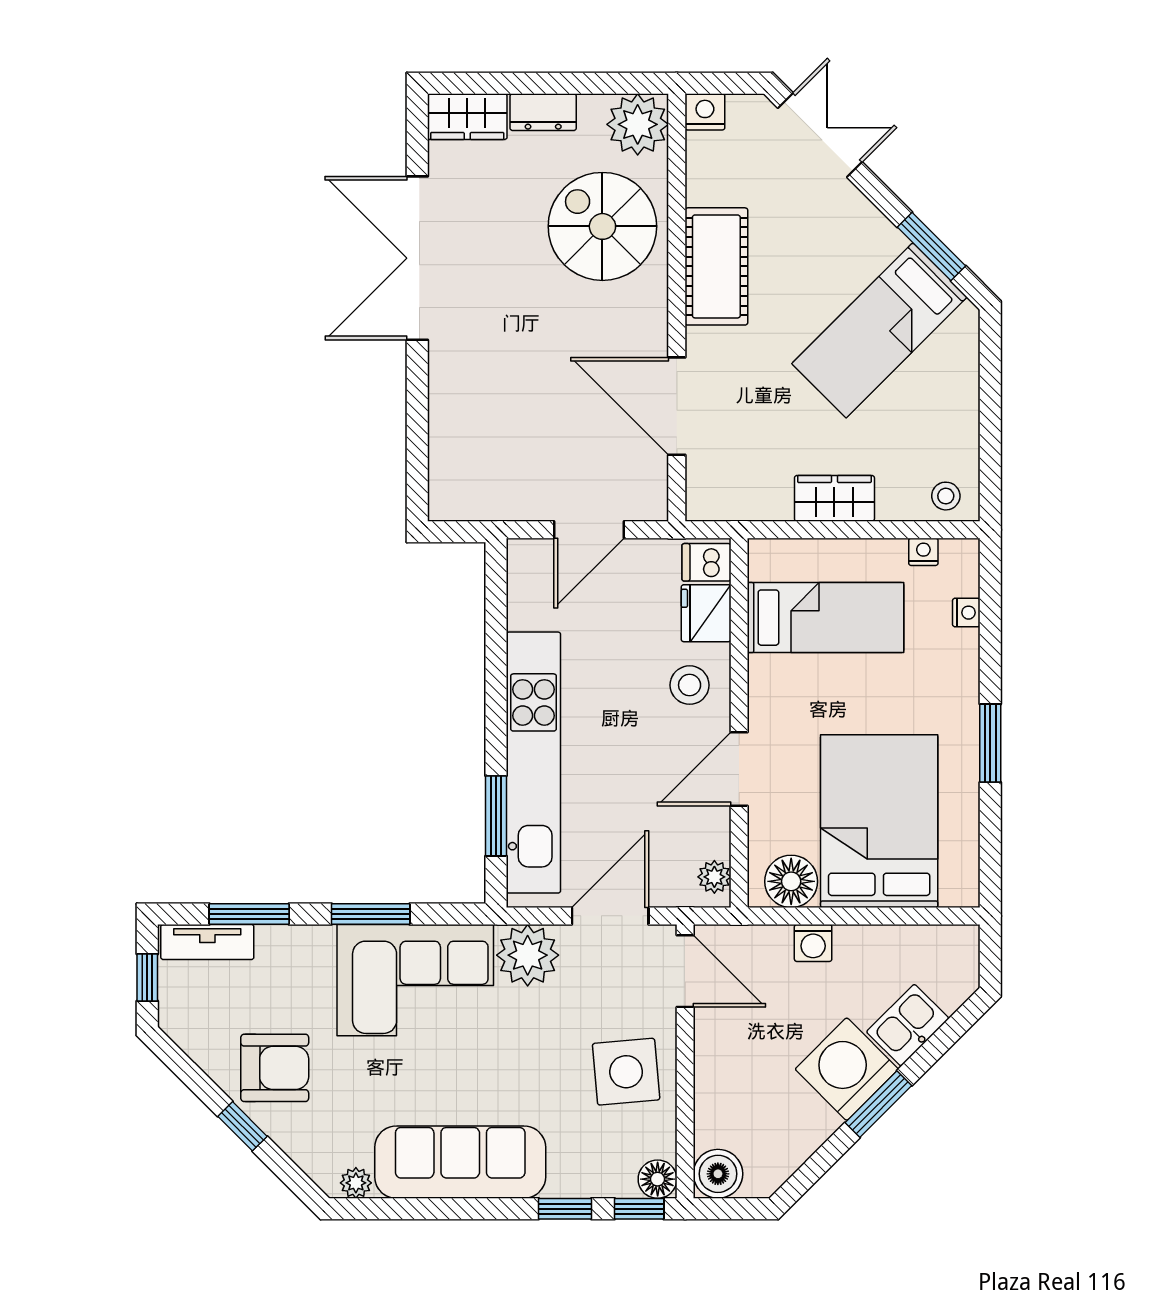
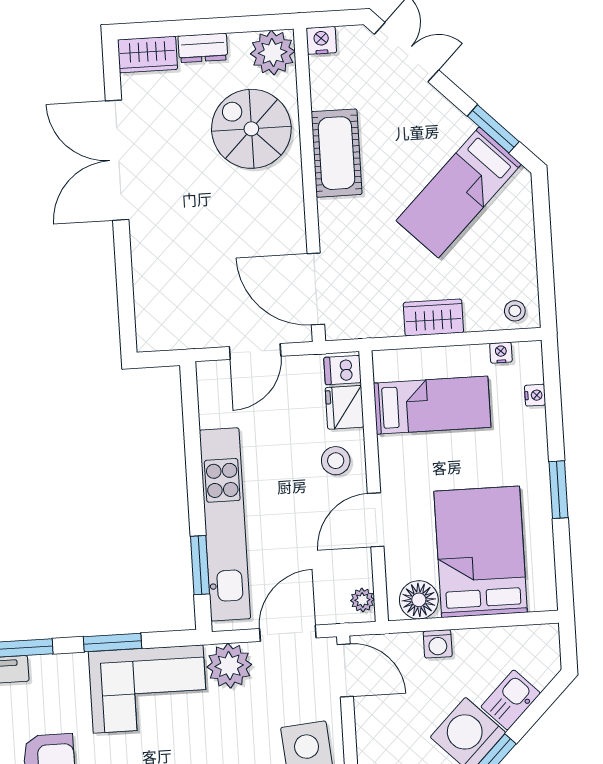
door: (677, 406) -> (316, 289), moved

